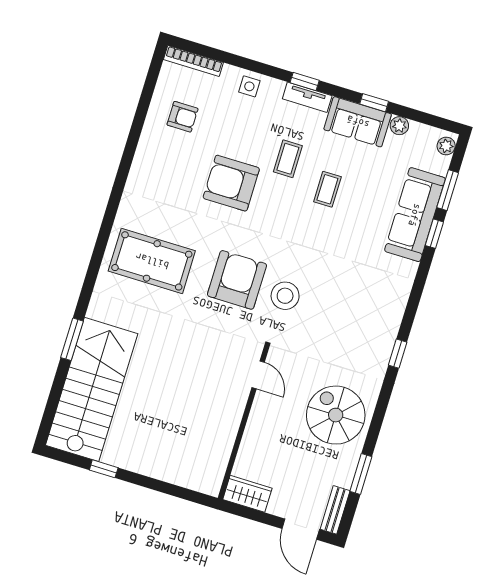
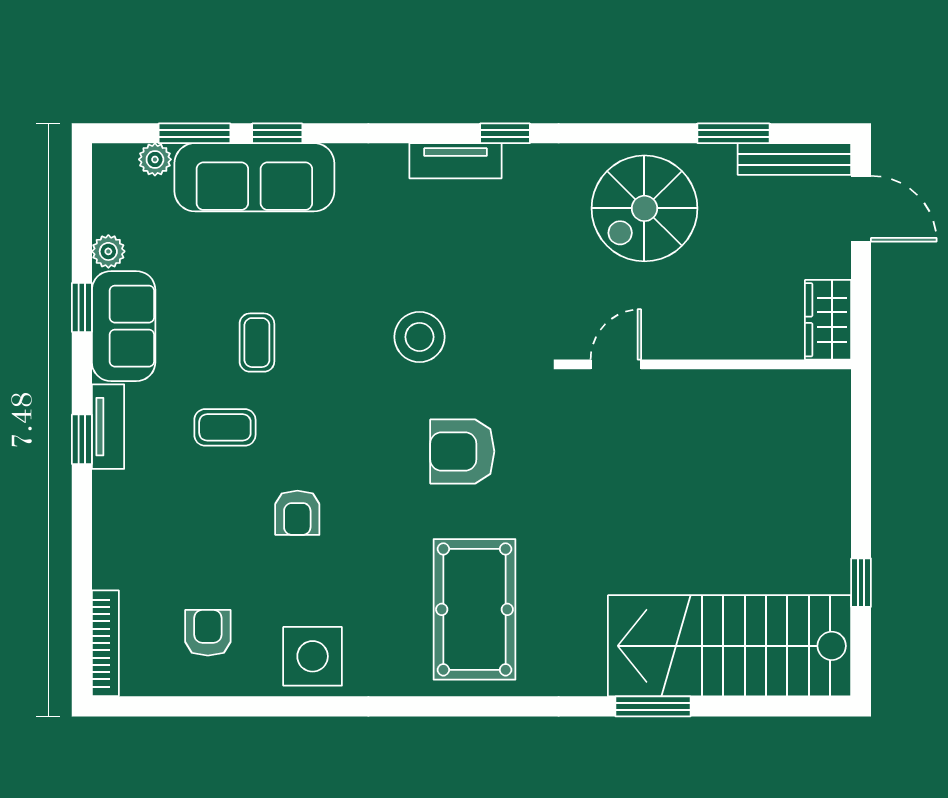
side table: (249, 86) -> (313, 656), moved, width x1.87, depth x1.87
plant: (446, 146) -> (155, 159), moved
armchair: (231, 183) -> (297, 513), width x0.53, depth x0.53
coffee table: (327, 189) -> (257, 343), turned 90
armchair: (237, 280) -> (462, 451), width x0.73, depth x0.73
stool: (285, 296) -> (419, 337), moved
tv unit: (391, 323) -> (455, 161), added
bench: (335, 510) -> (794, 159), width x1.36
door: (301, 529) -> (861, 209), hinge flipped

